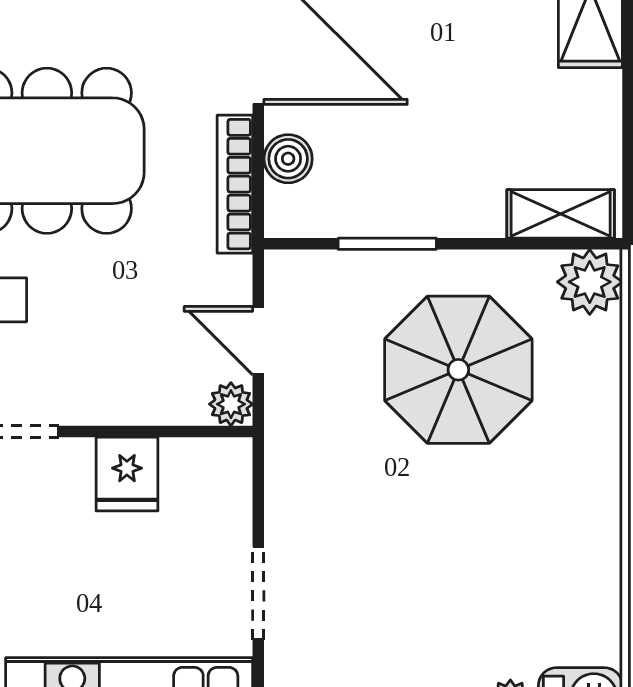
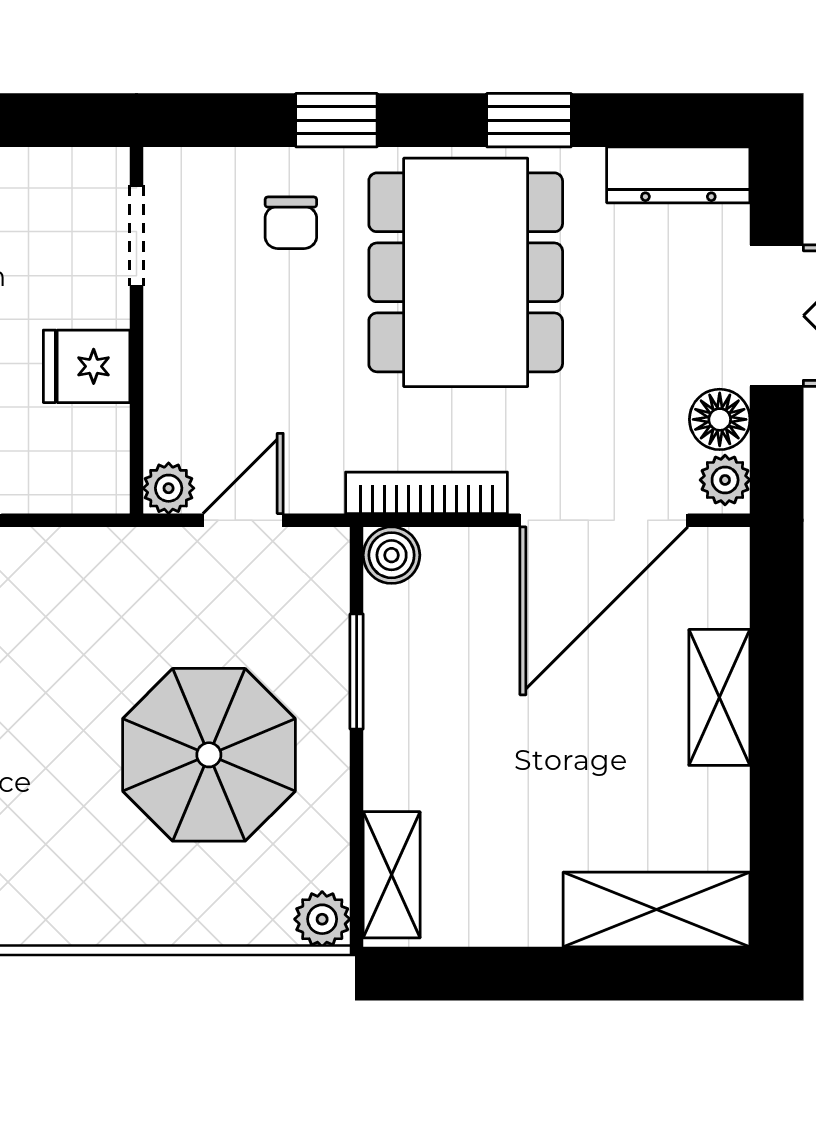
boiler: (288, 159) -> (392, 555), moved
plant: (590, 282) -> (322, 919), width x0.73, depth x0.73

